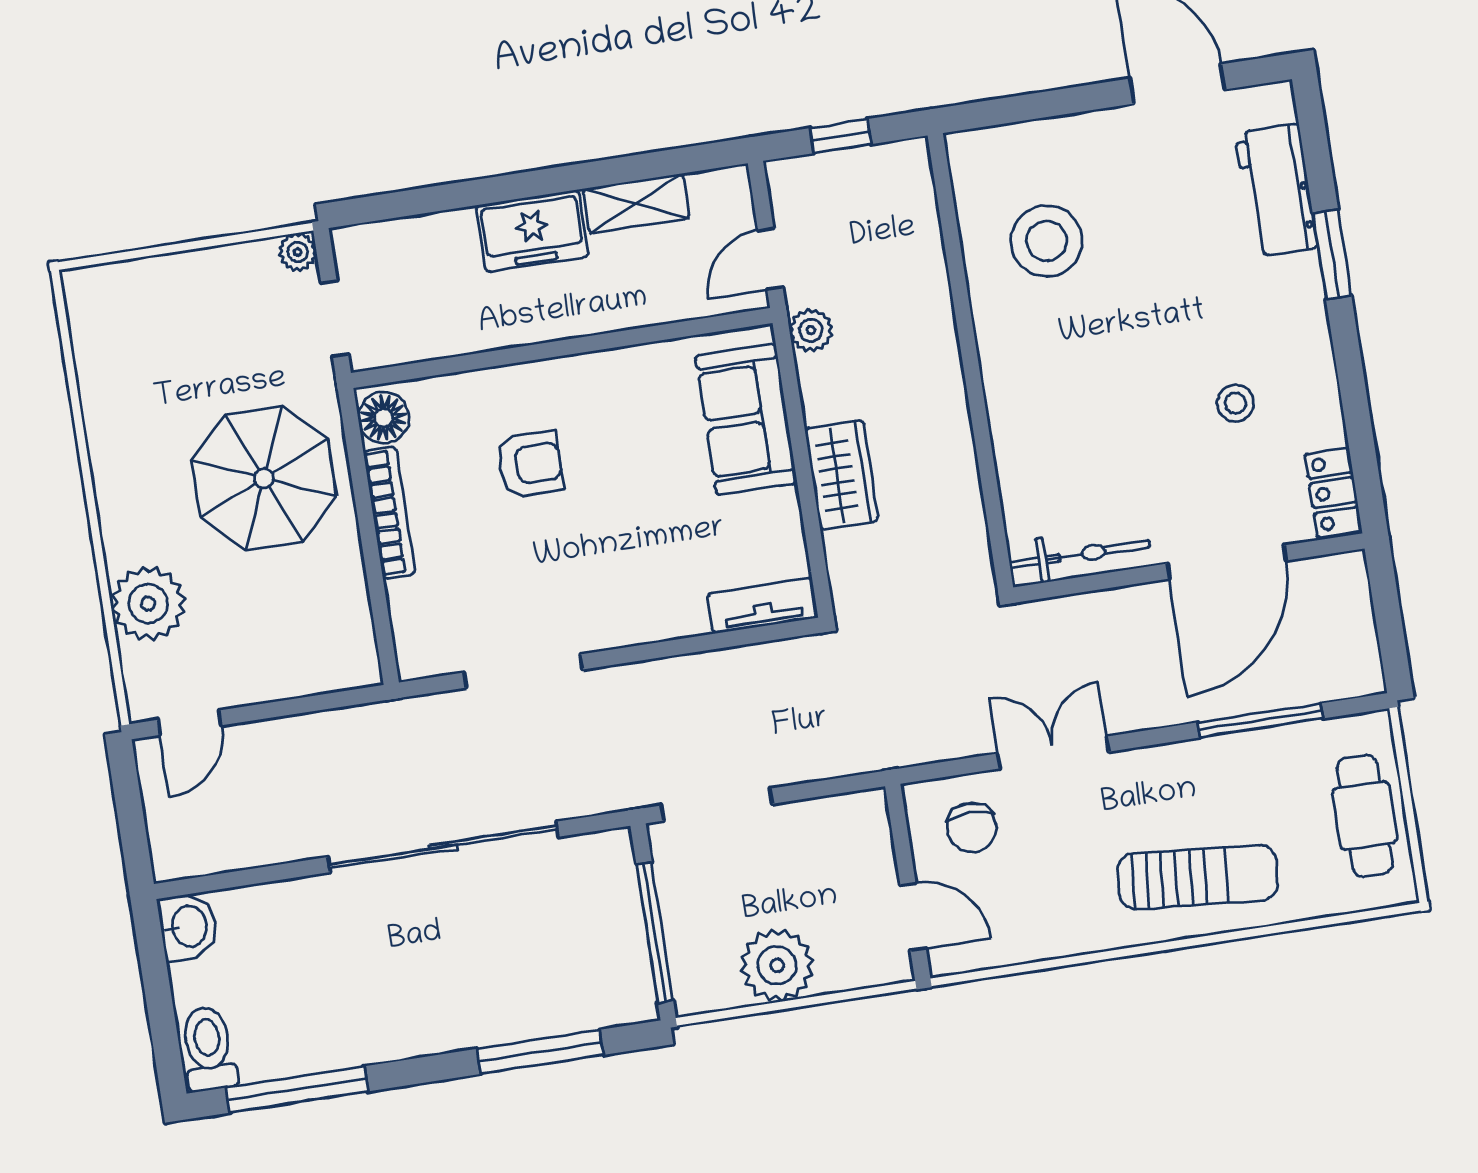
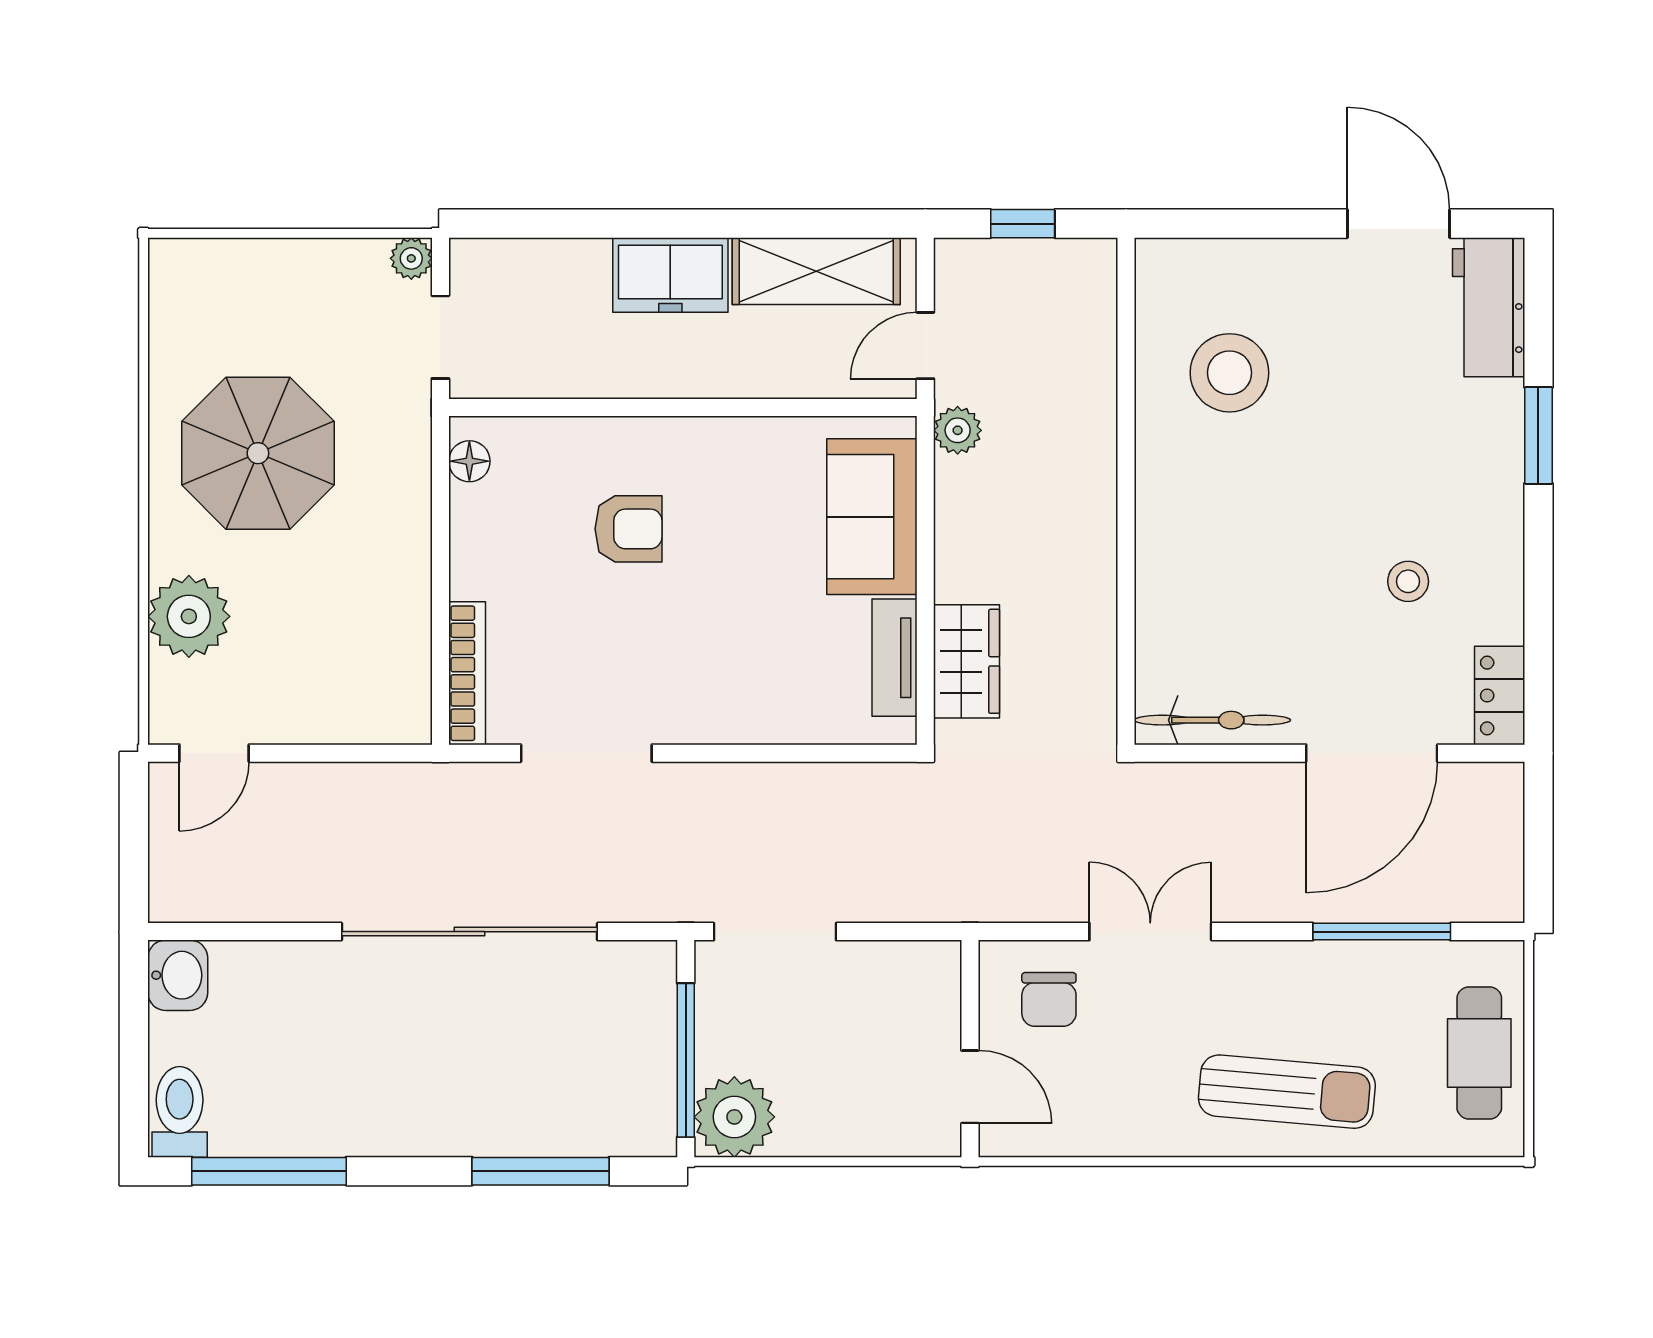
workbench: (1276, 190) -> (1489, 307), moved
shelving: (636, 204) -> (816, 271), width x1.50, depth x1.33
floor lamp: (384, 418) -> (469, 461), width x0.73, depth x0.73
wardrobe: (842, 475) -> (967, 661), moved
parasol: (264, 478) -> (258, 453), moved
bookcase: (389, 513) -> (467, 673), moved
tv unit: (762, 606) -> (895, 658), moved, turned -90
plant: (777, 965) -> (734, 1117), moved

